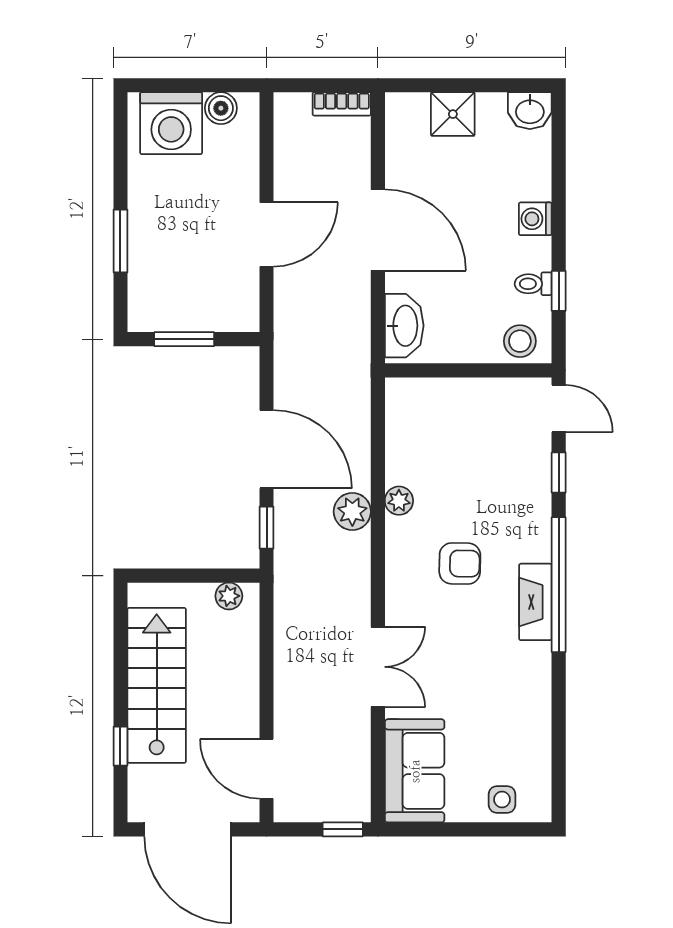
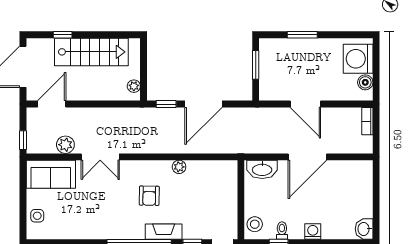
bookcase: (342, 104) -> (367, 121), moved
shower: (453, 114) -> (362, 192), removed
plant: (352, 512) -> (65, 145), moved
fireplace: (535, 602) -> (164, 232), moved

